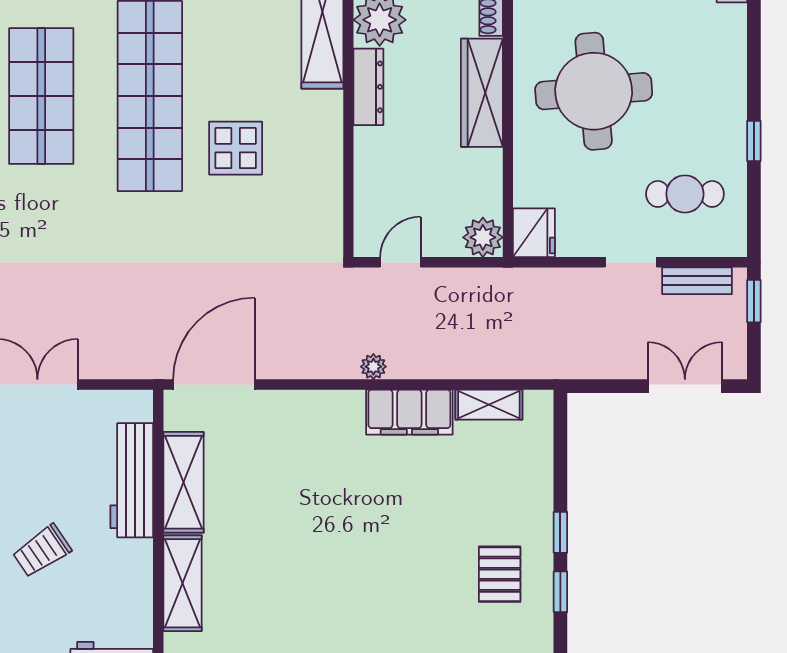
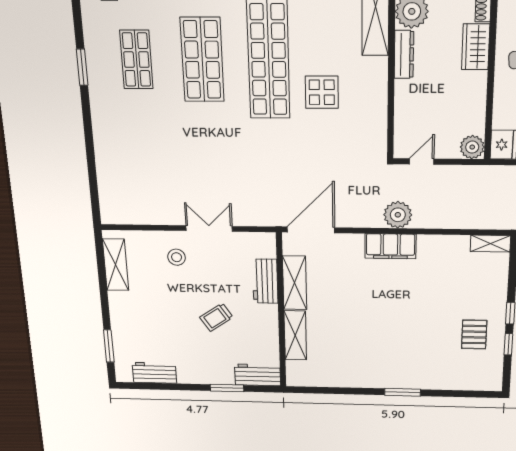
wardrobe: (482, 93) -> (476, 47), width x0.67
plant: (373, 367) -> (398, 215), width x1.88, depth x1.88
shelving: (489, 405) -> (490, 244), moved
filing cabinet: (409, 412) -> (390, 246), moved
workbench: (132, 480) -> (265, 281), width x0.73

